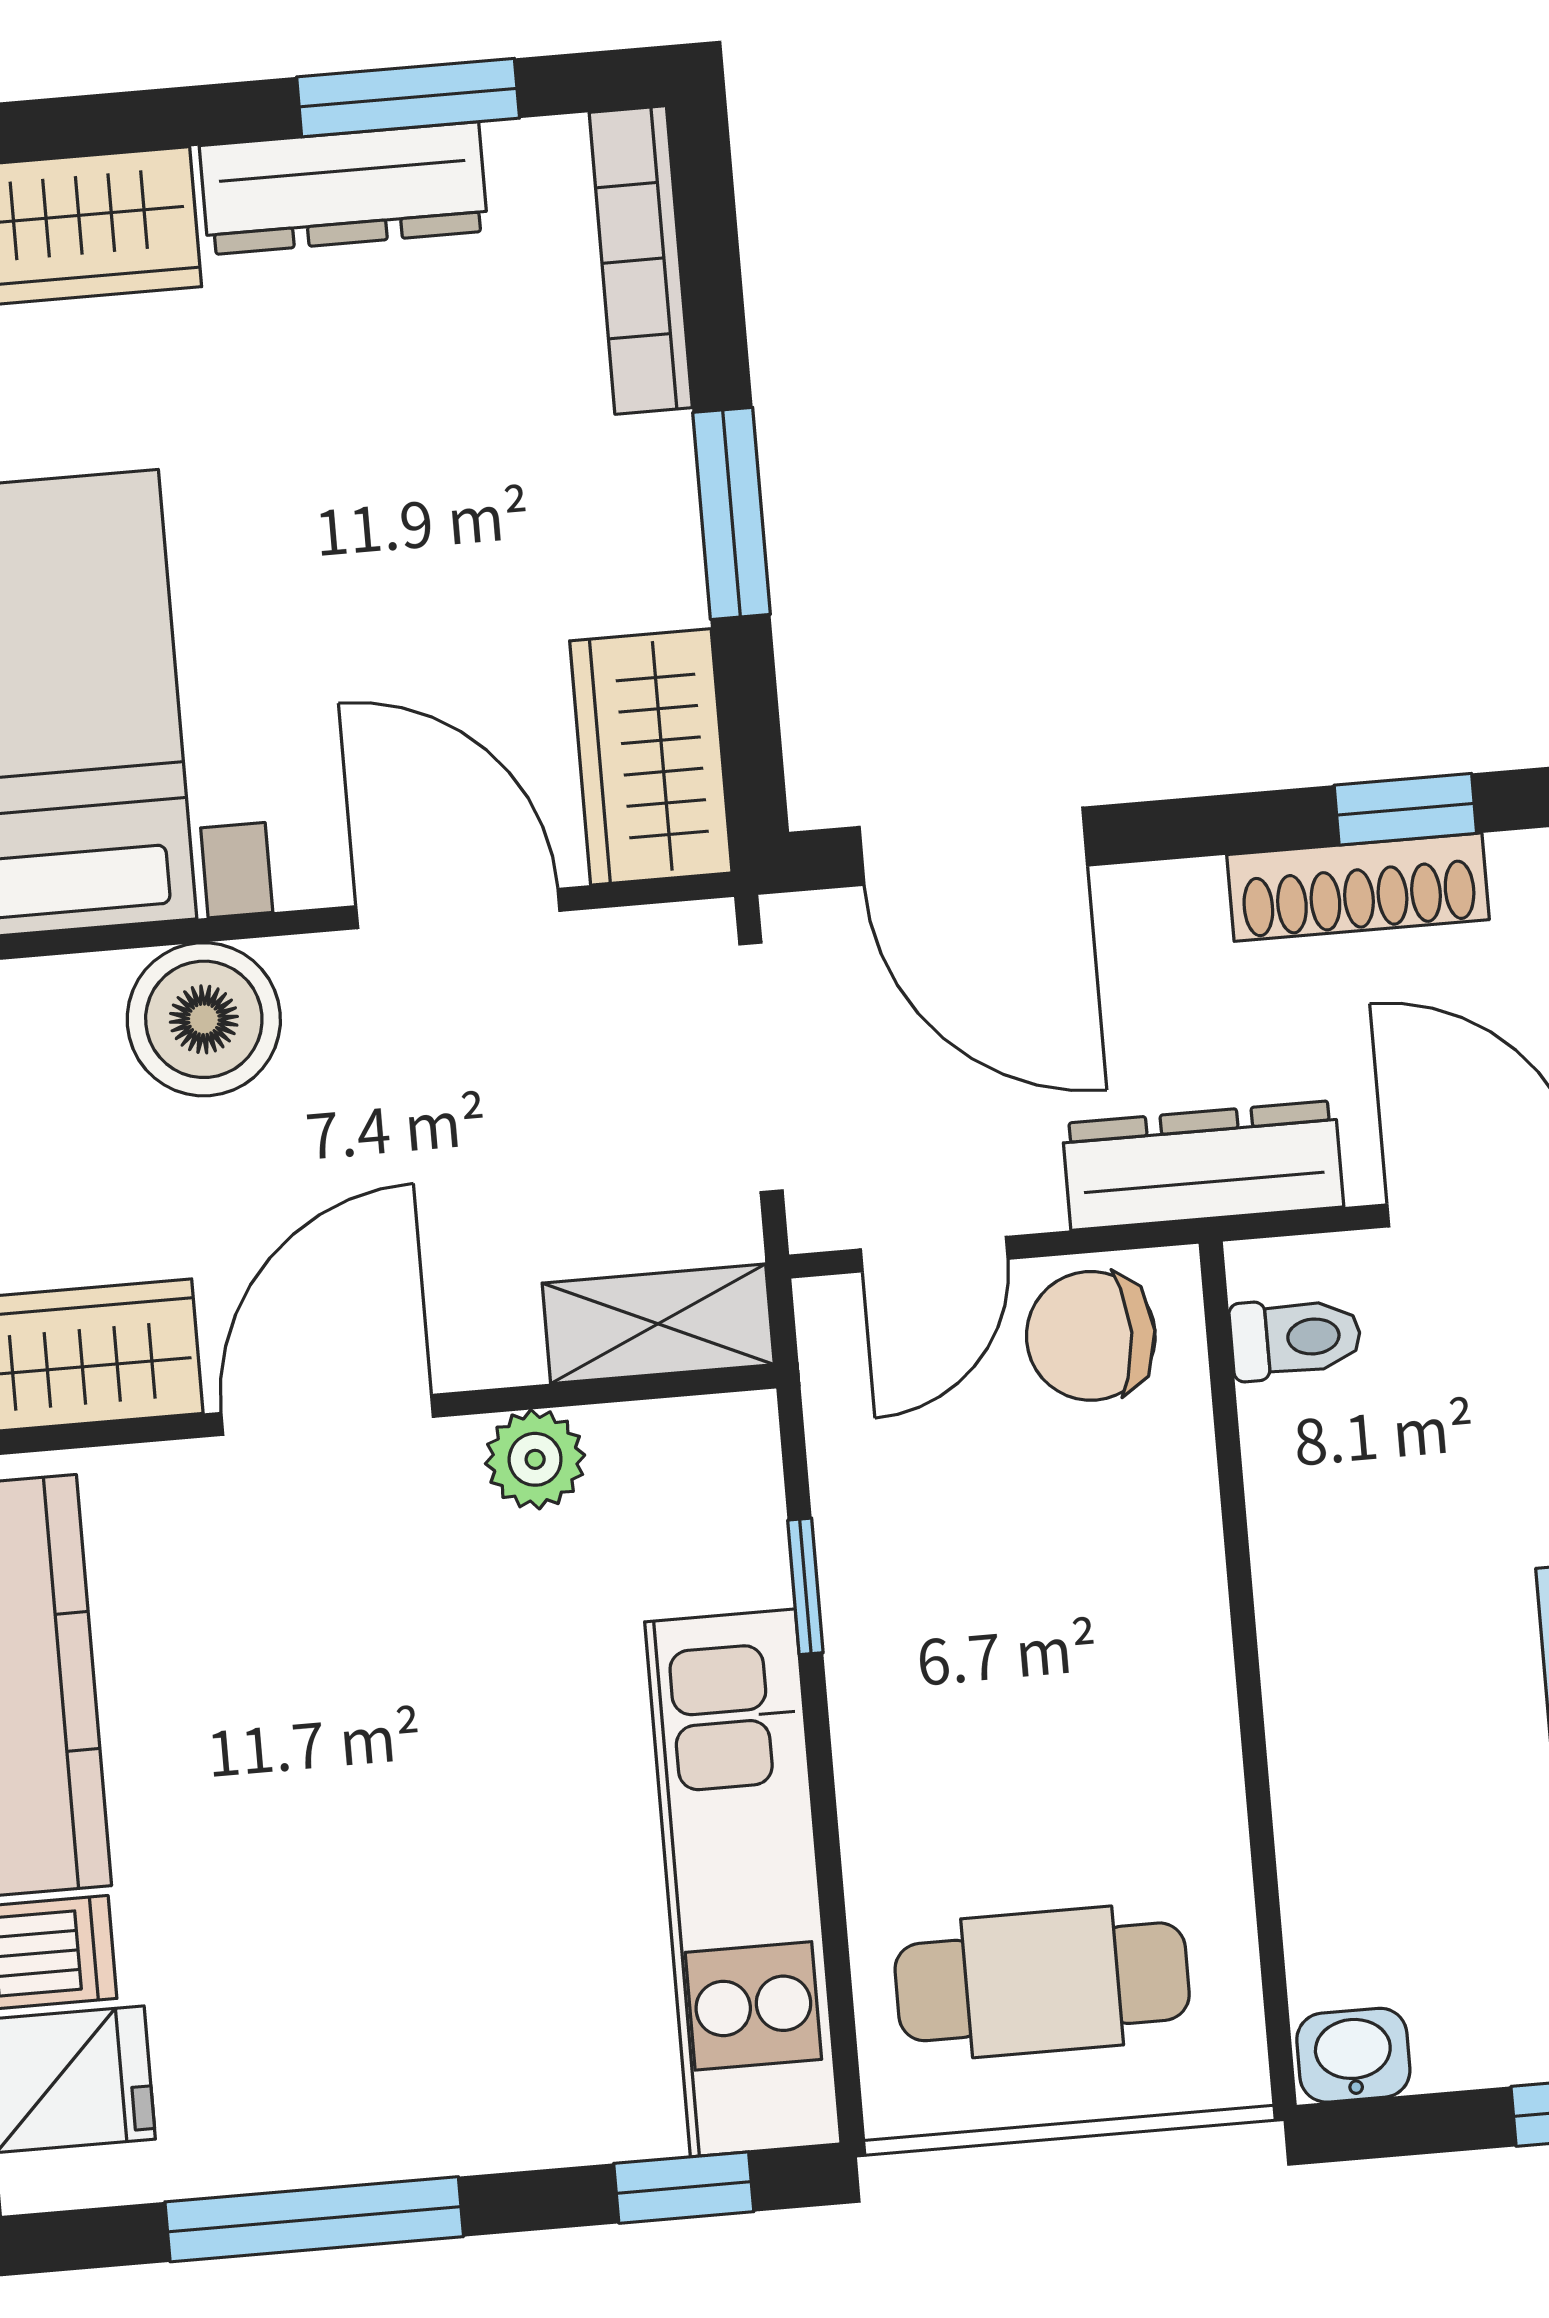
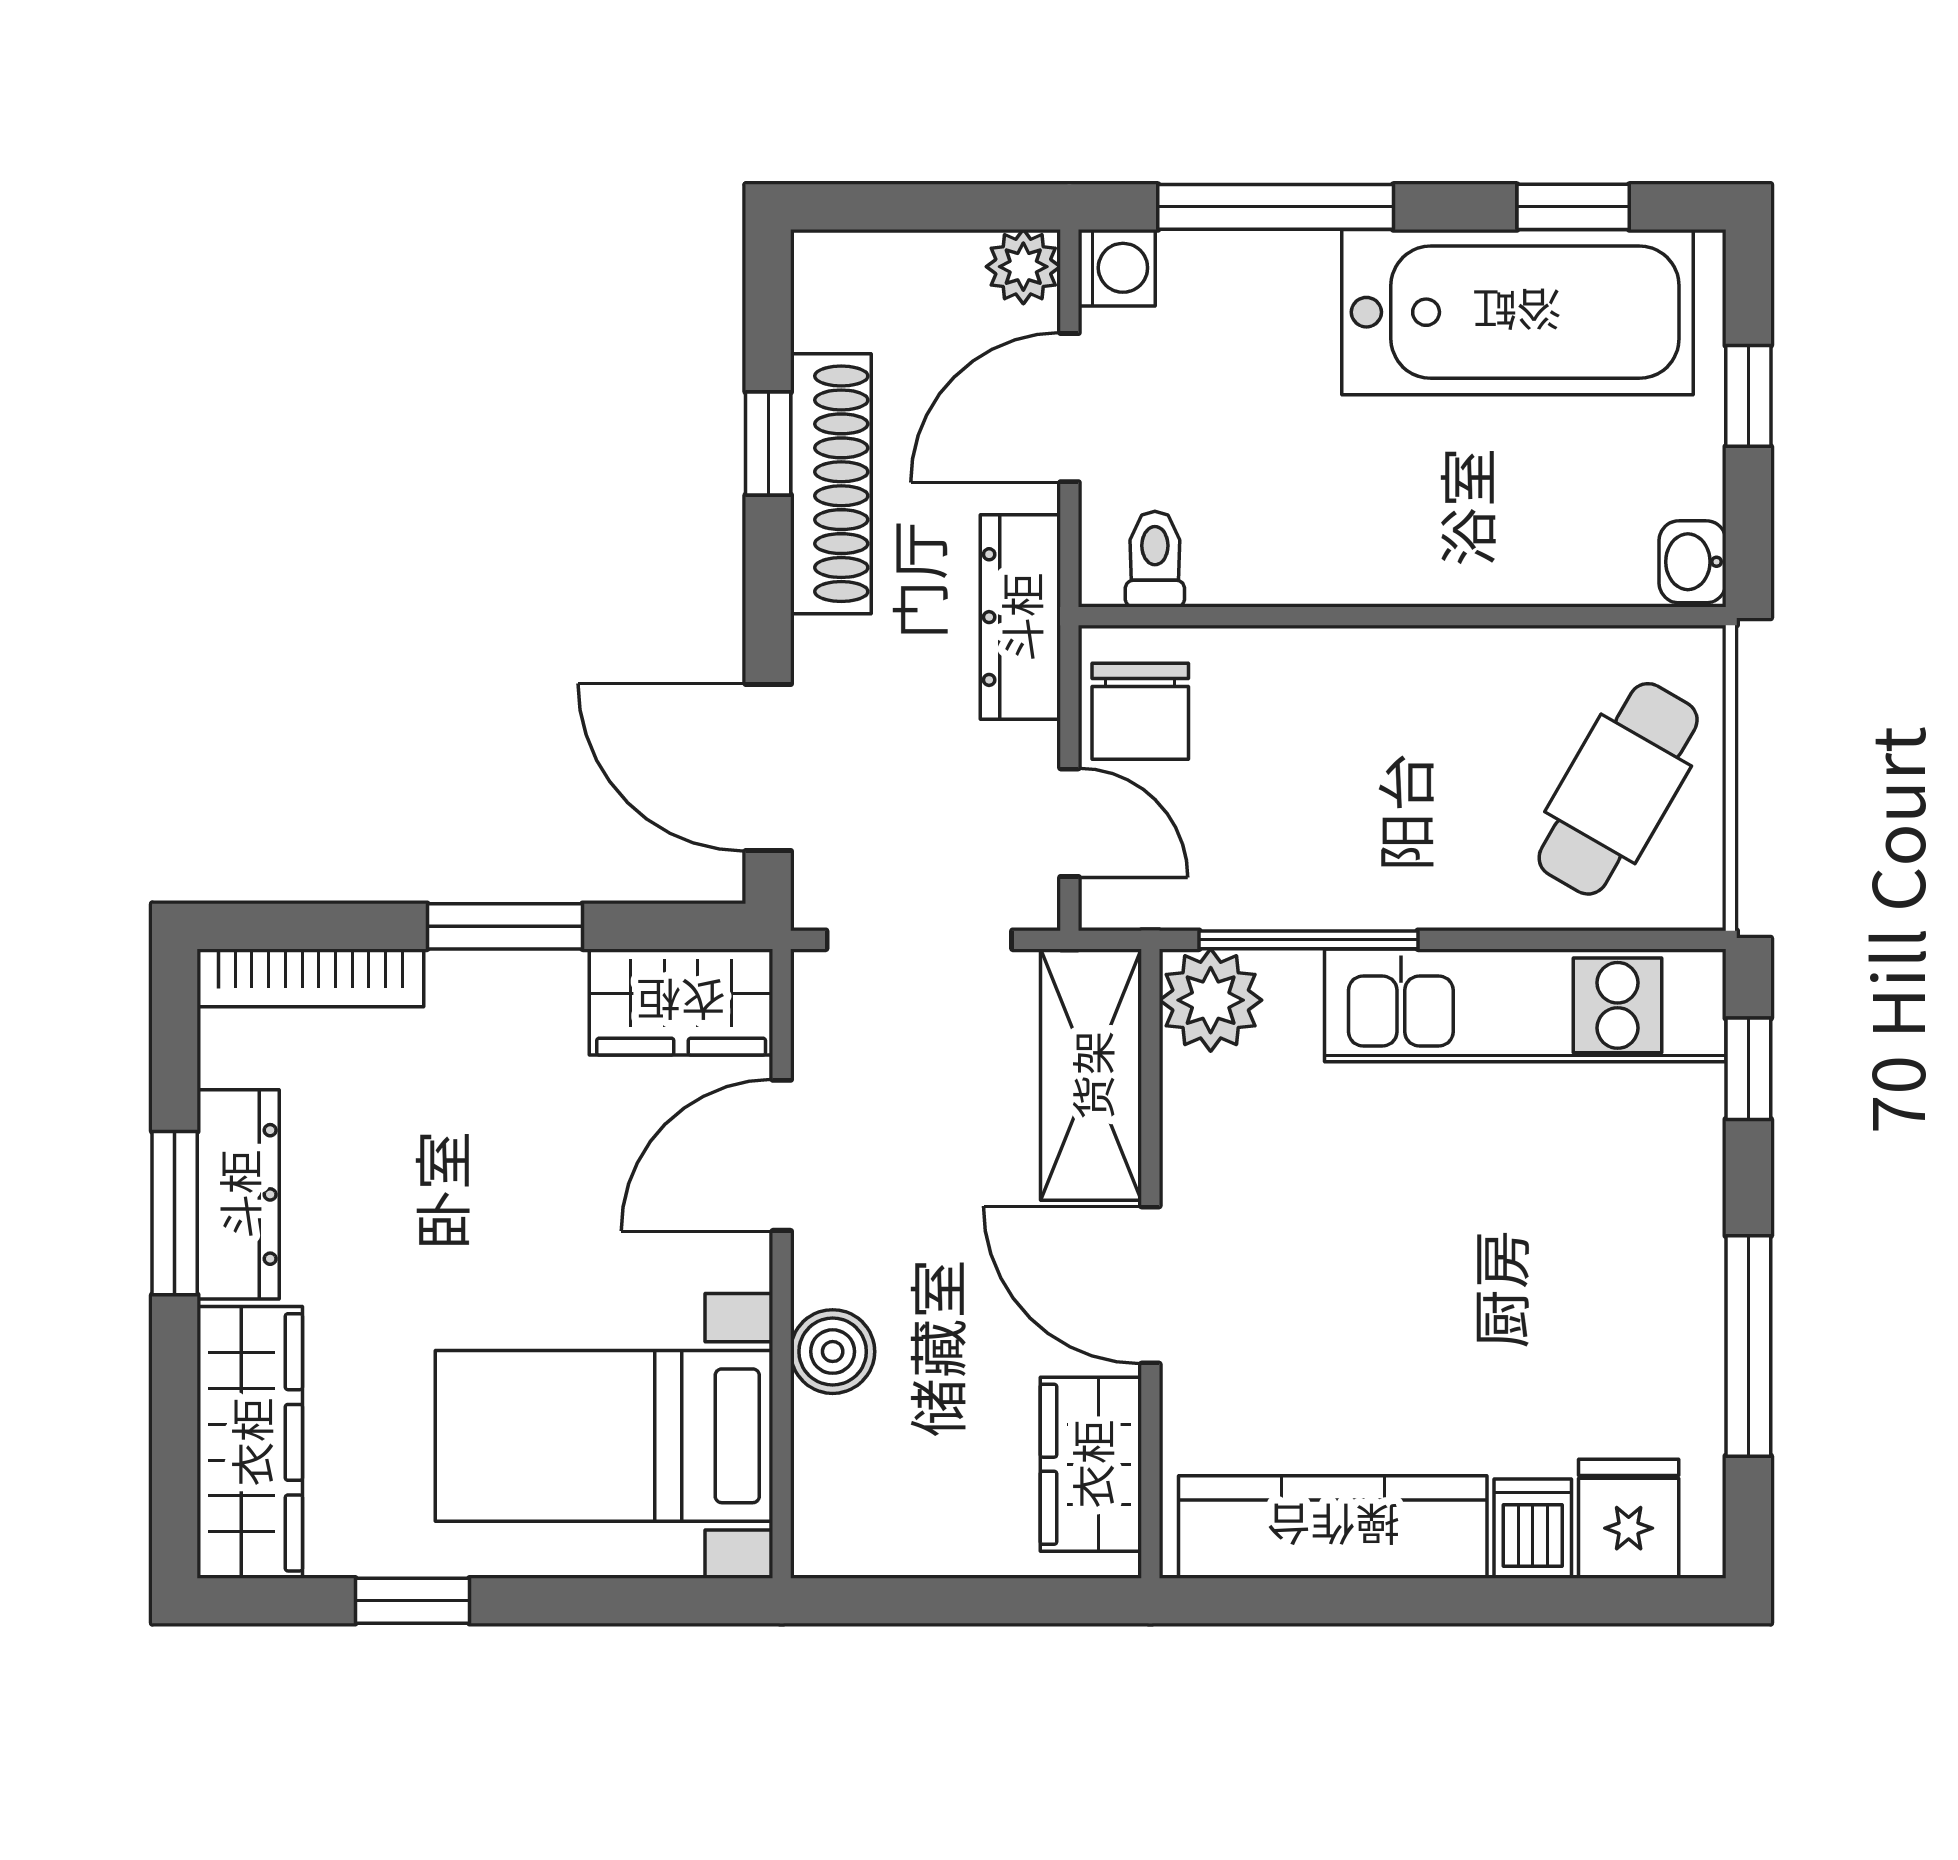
window: (408, 98) -> (175, 1213), moved
door: (973, 846) -> (768, 767), swing flipped
shoe rack: (1358, 887) -> (831, 484), width x1.36, depth x1.24
boiler: (204, 1019) -> (833, 1352), width x0.73, depth x0.73
shelving: (658, 1324) -> (1091, 1075), width x1.50, depth x1.33
plant: (535, 1459) -> (1211, 1000), moved, width x1.38, depth x1.38
window: (805, 1586) -> (1309, 940), width x2.17
cafe table: (1042, 1982) -> (1618, 789), turned 30

